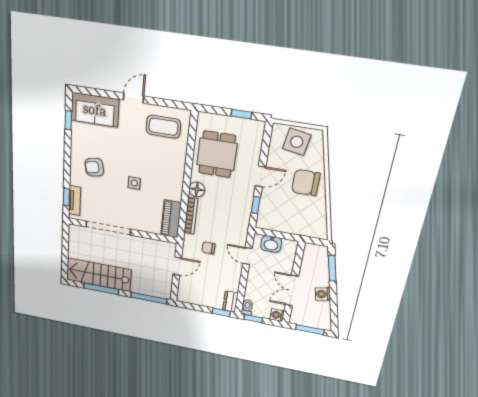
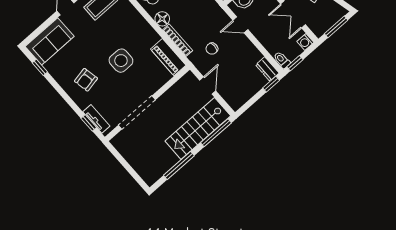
side table: (134, 183) -> (121, 61), width x1.87, depth x1.87
stairs: (99, 275) -> (198, 128), moved

